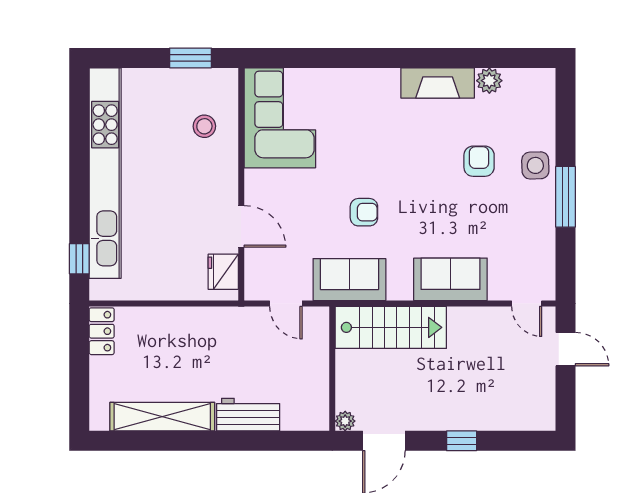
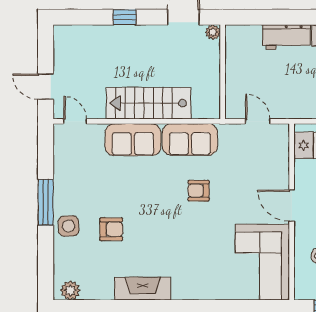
plant: (489, 81) -> (70, 290), moved
armchair: (479, 161) -> (111, 229), turned -90
door: (241, 226) -> (292, 206), moved
sofa: (349, 280) -> (190, 139), moved
stairs: (391, 327) -> (149, 103), moved

